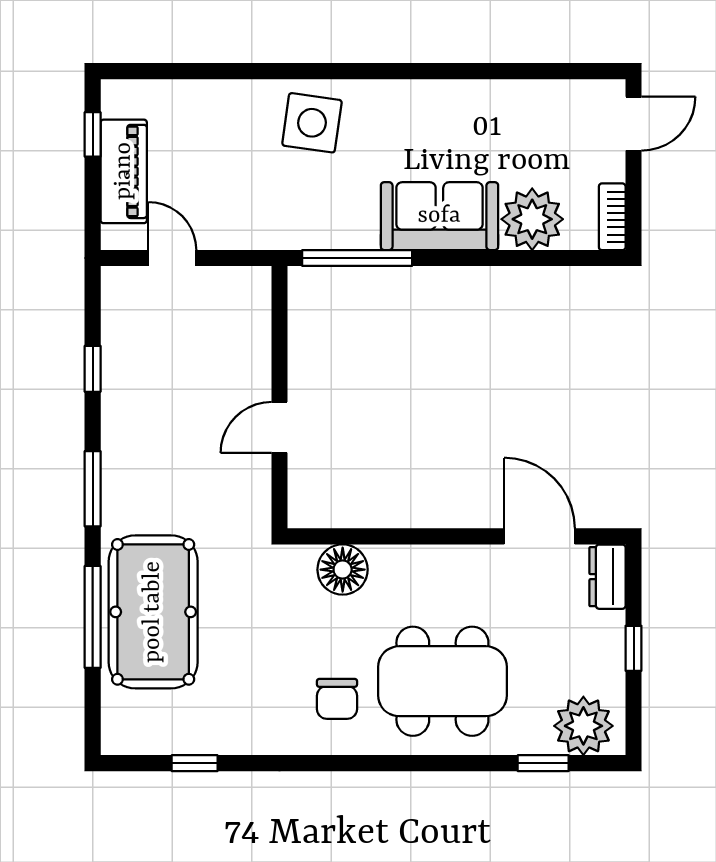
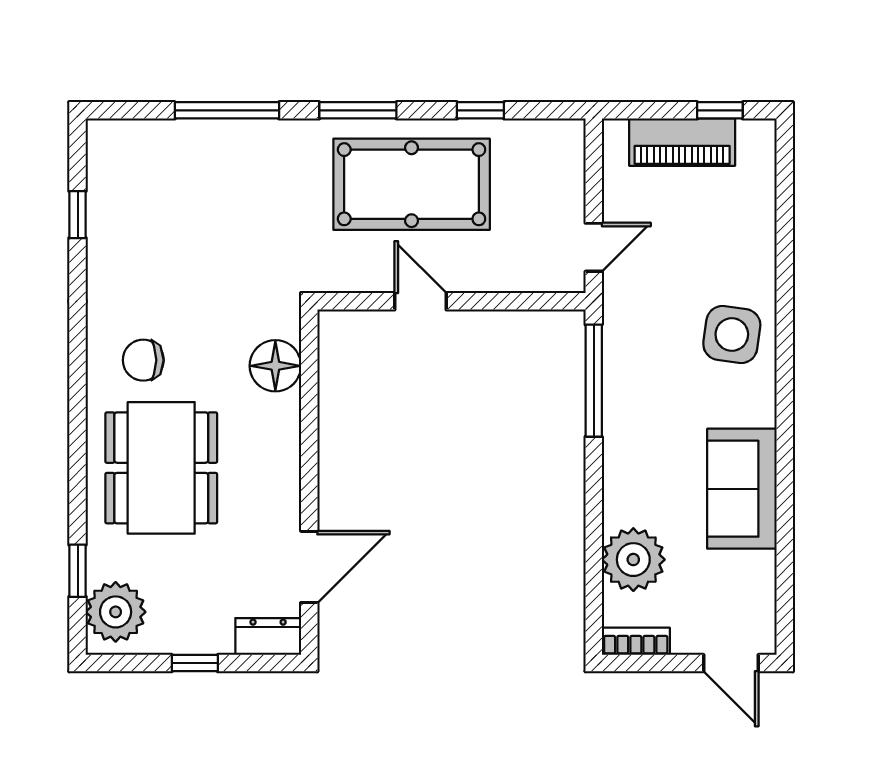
sofa: (439, 216) -> (742, 489), moved, turned 180
door: (172, 258) -> (594, 247), moved
pool table: (153, 612) -> (412, 184), moved

